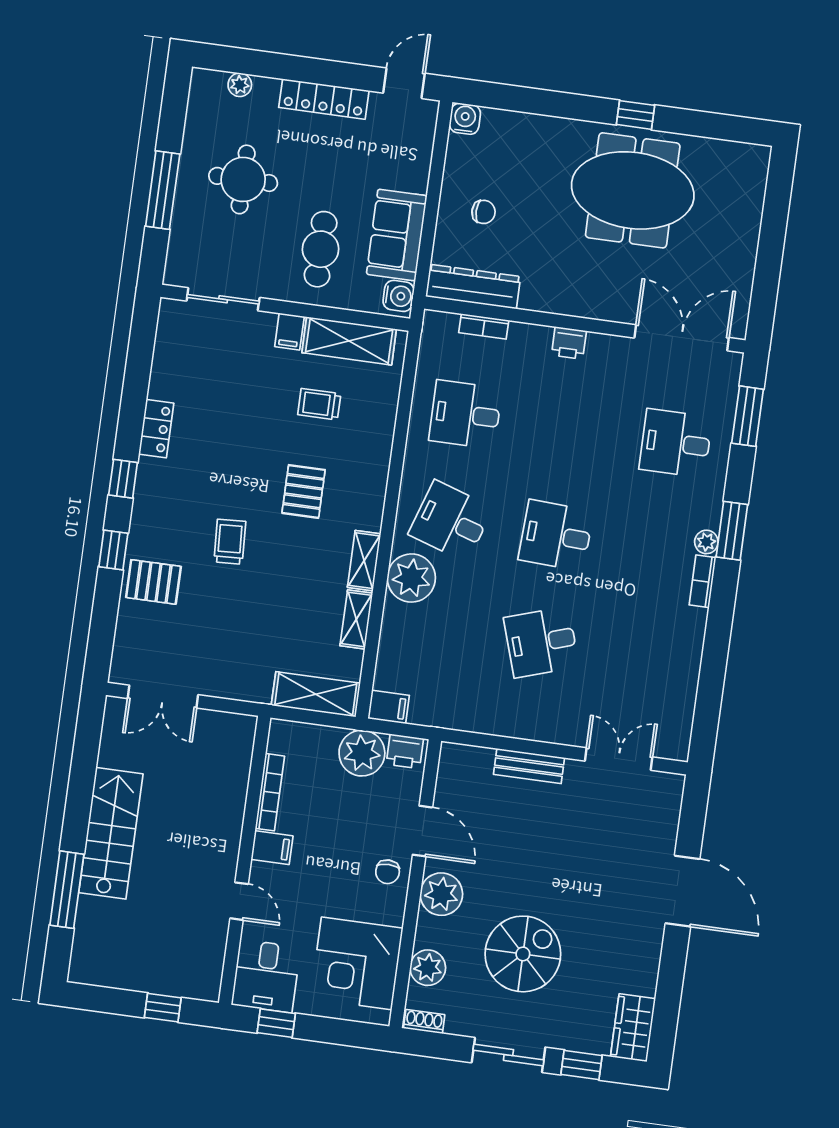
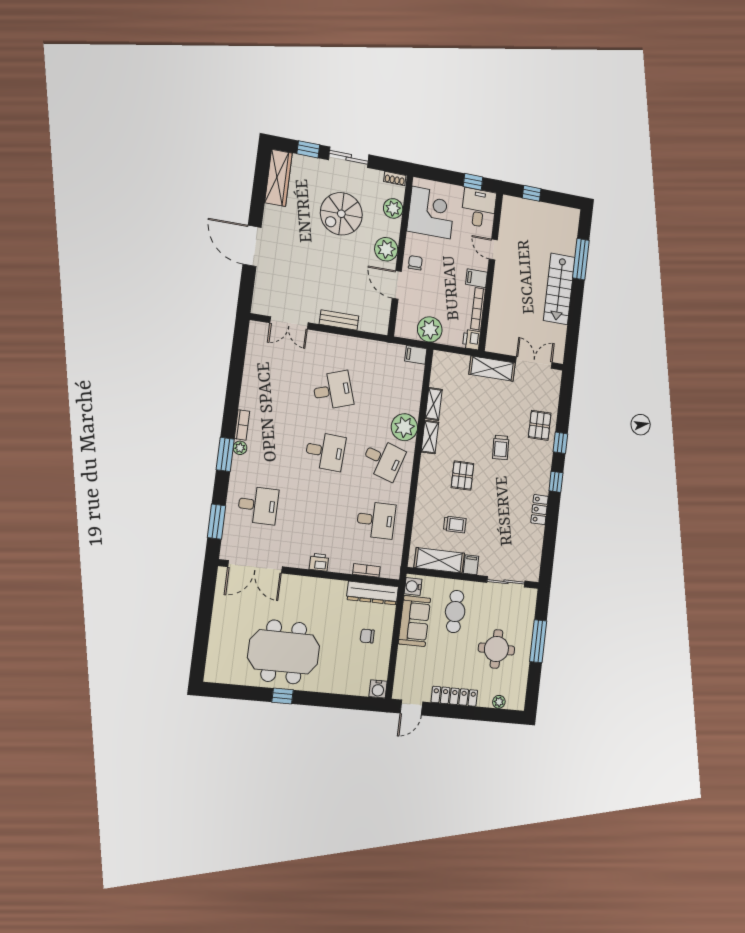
pallet: (153, 582) -> (540, 425), turned 90
shelving: (316, 694) -> (492, 369), moved
printer: (405, 751) -> (471, 340), moved, turned -90
wardrobe: (633, 1028) -> (278, 178), width x1.50

